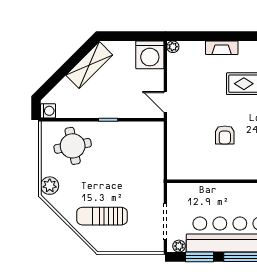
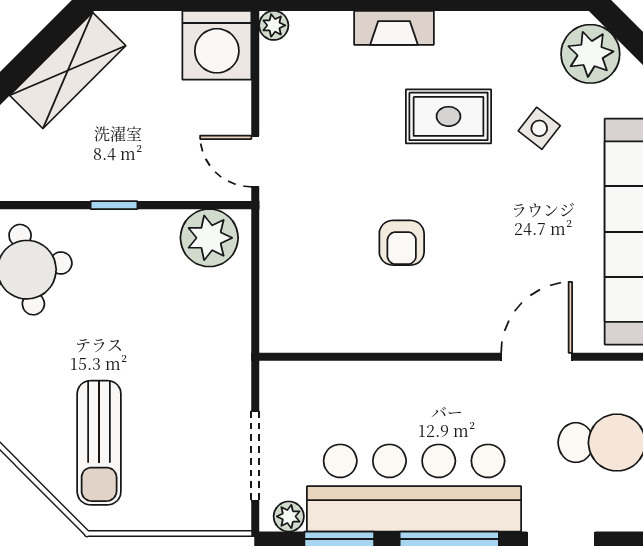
plant: (147, 133) -> (209, 238), added
sun lounger: (102, 216) -> (99, 443), turned -90

